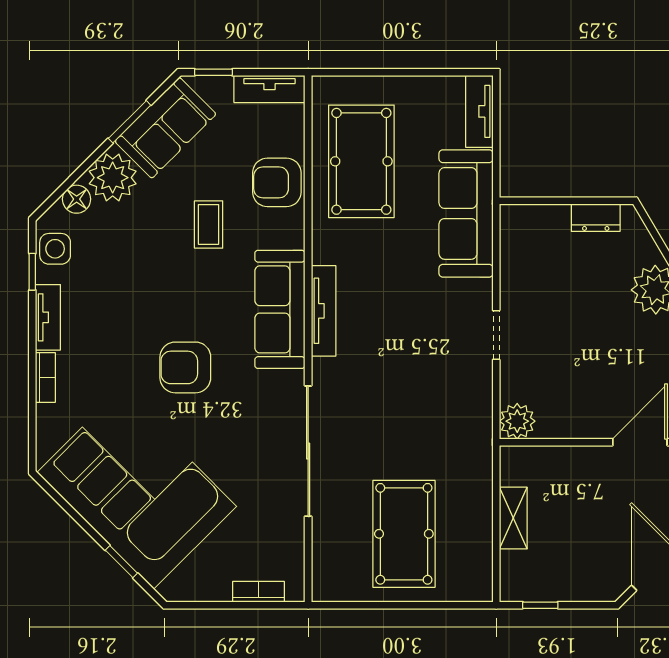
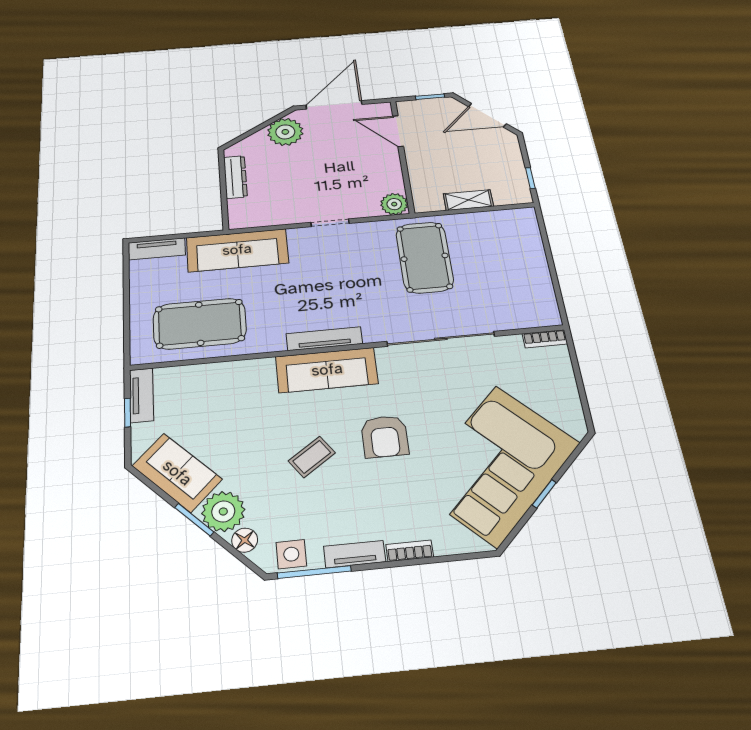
window: (214, 72) -> (127, 413), moved
window: (130, 122) -> (194, 520), moved
armchair: (277, 182) -> (220, 382), removed
dresser: (596, 218) -> (235, 177), width x1.44
coffee table: (209, 224) -> (312, 457), moved, turned -35
window: (32, 272) -> (314, 572), width x2.17
pool table: (404, 534) -> (425, 257), moved, turned 90
window: (121, 562) -> (544, 494), moved
bookcase: (258, 592) -> (545, 339), moved, turned -90

